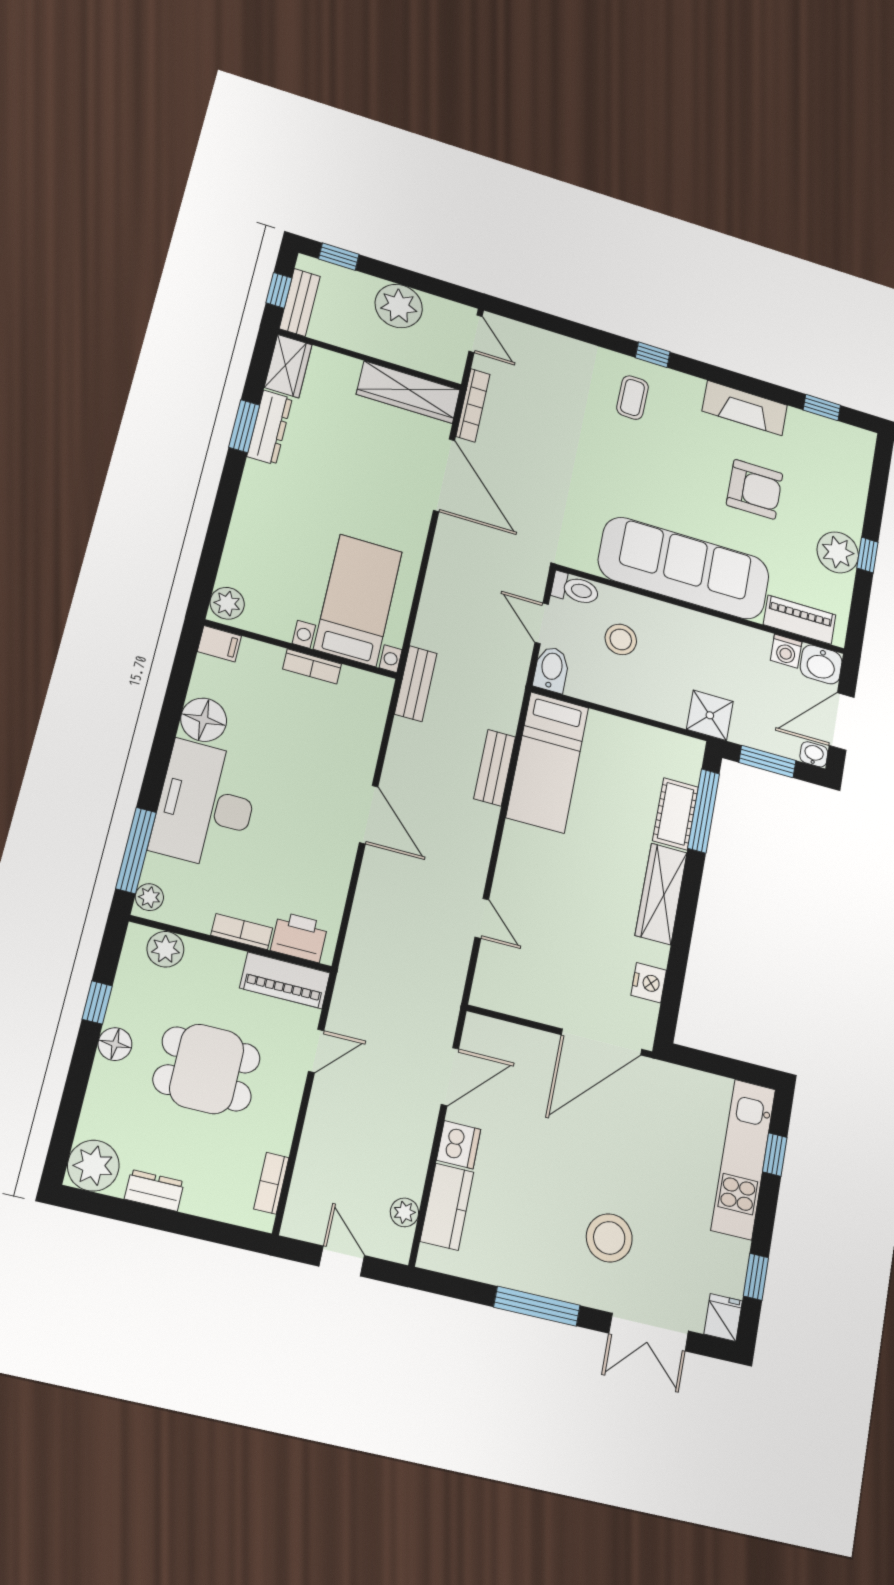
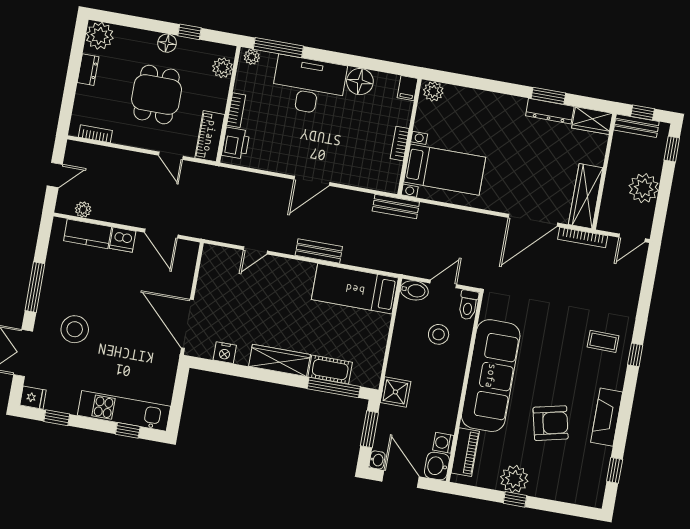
armchair: (755, 489) -> (551, 423), turned -103
bench: (495, 768) -> (319, 251), moved

